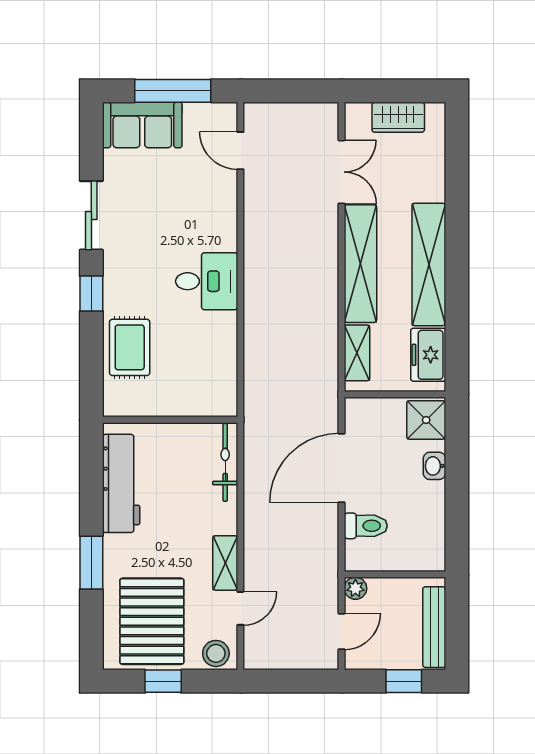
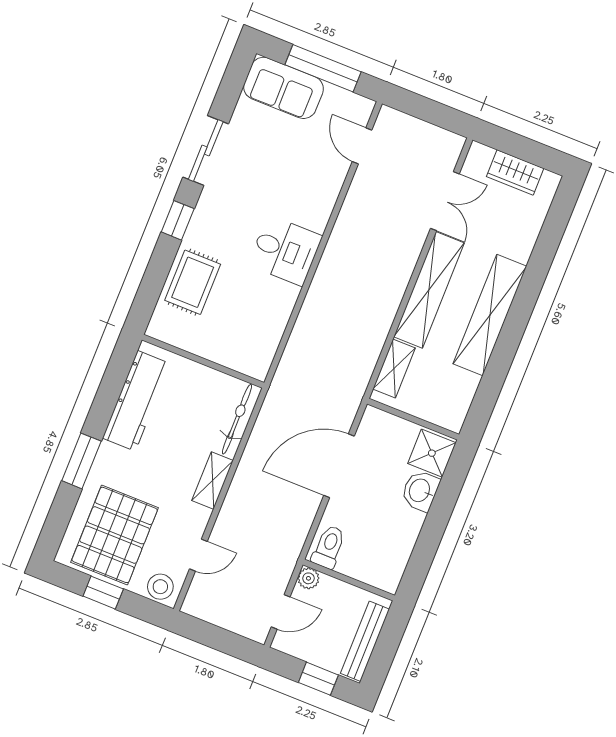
freezer: (428, 355) -> (457, 396), removed
washbasin: (434, 466) -> (420, 491), width x1.38, depth x1.45
toilet: (366, 526) -> (329, 547), moved, turned -90
shelving: (225, 563) -> (212, 481), moved

